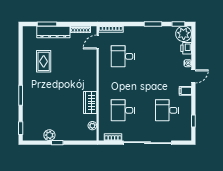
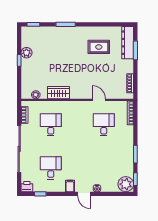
dresser: (53, 32) -> (128, 43), moved
door: (98, 42) -> (99, 100), moved
printer: (186, 48) -> (27, 187), moved

